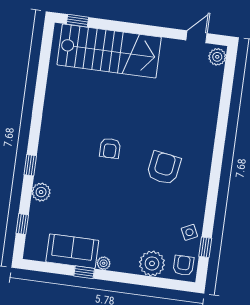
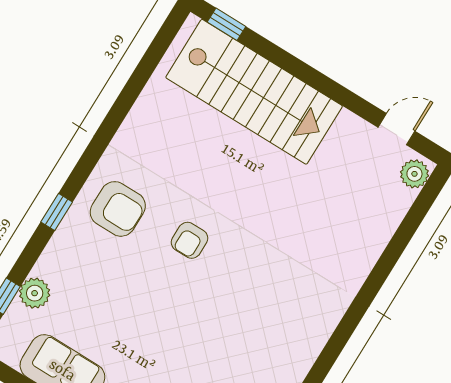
armchair: (164, 168) -> (118, 209), moved, turned 81
plant: (41, 192) -> (35, 293), moved

